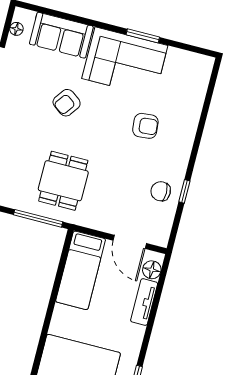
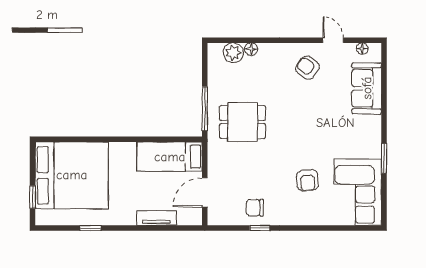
corner sofa: (125, 62) -> (358, 192), moved
armchair: (67, 103) -> (308, 68), moved
chair: (161, 191) -> (255, 208), turned -90
floor lamp: (152, 270) -> (186, 217), removed

